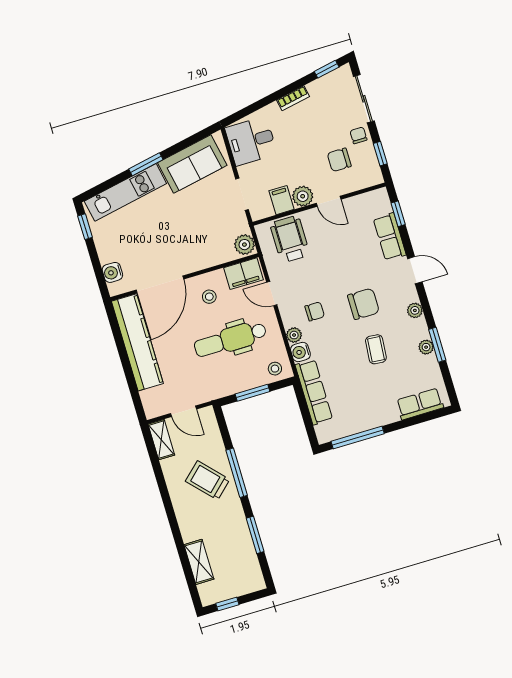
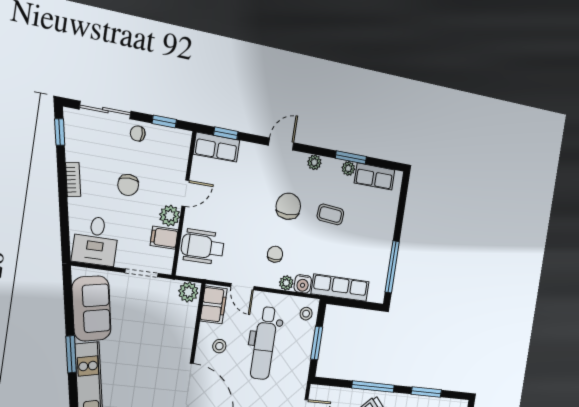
chair: (339, 160) -> (128, 185), moved
row of seats: (390, 237) -> (216, 147), moved
door: (272, 294) -> (242, 287), hinge flipped
row of seats: (420, 404) -> (375, 176), moved, turned -90

